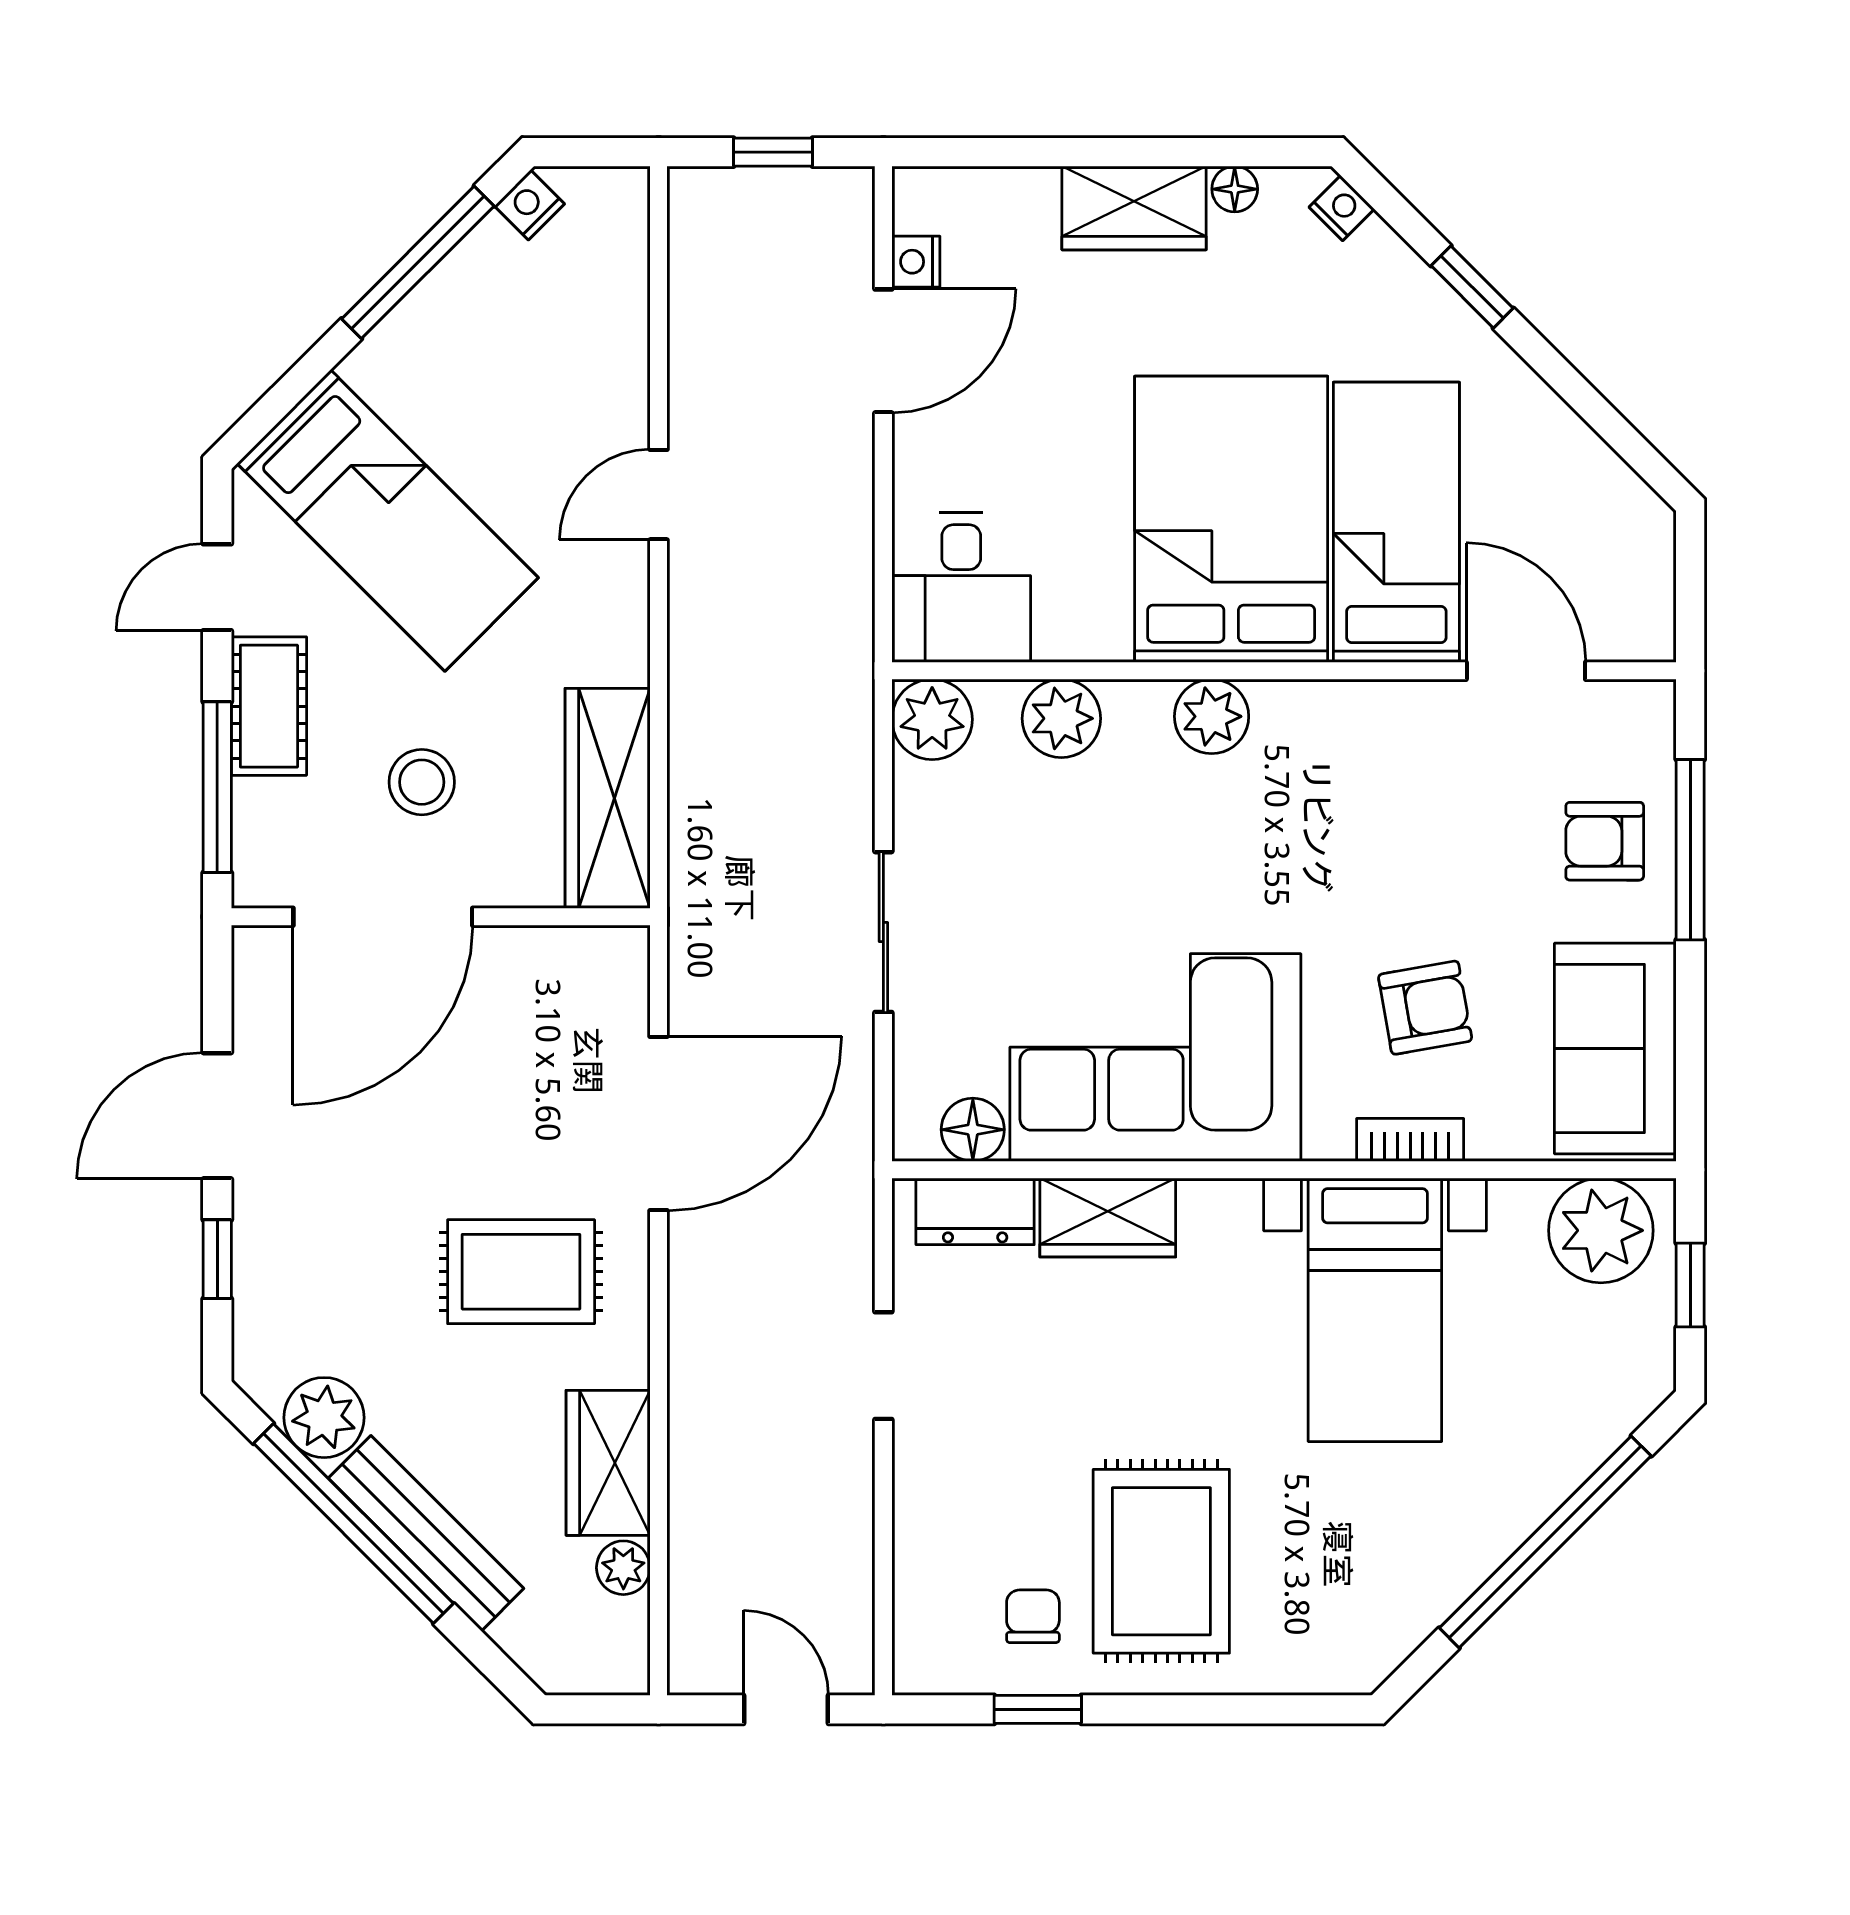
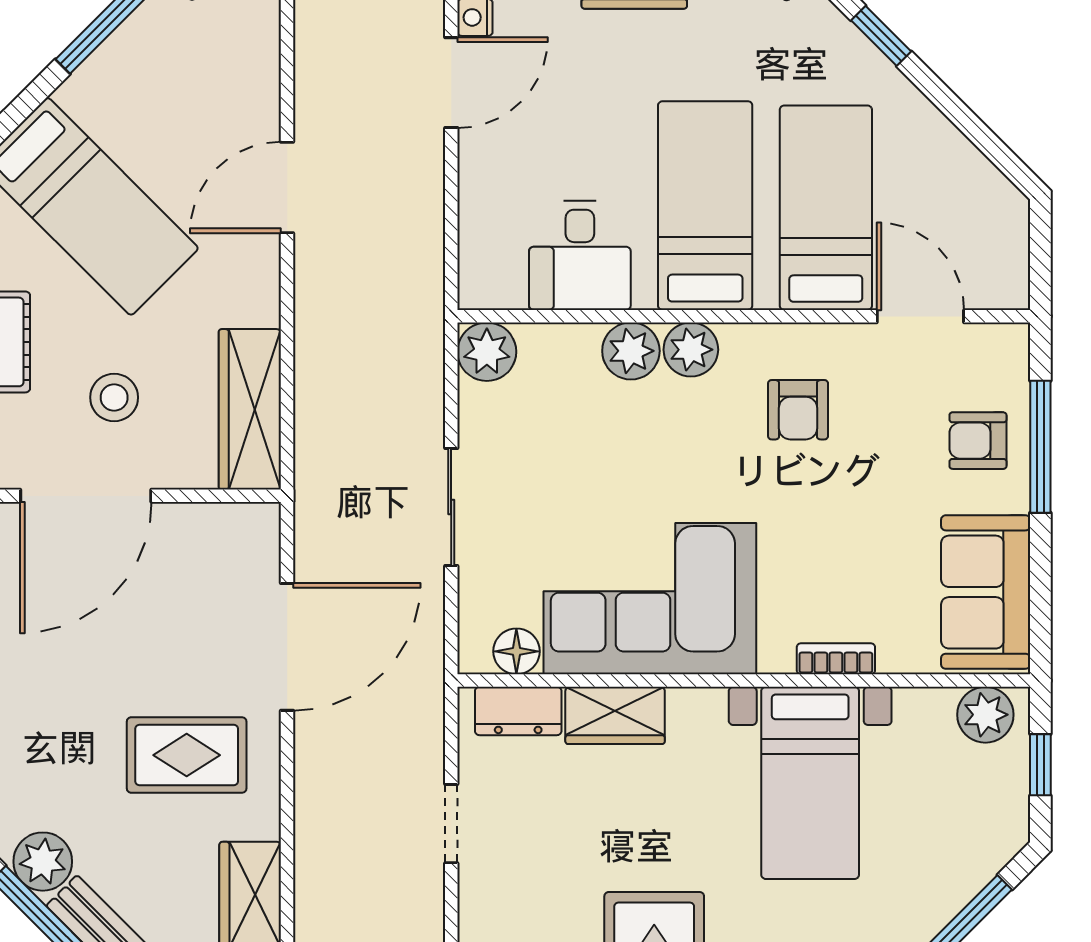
door: (659, 495) -> (287, 188), width x1.38
bed: (1231, 519) -> (705, 206), width x0.67
desk: (961, 588) -> (580, 255), moved
plant: (1061, 718) -> (631, 351), moved
armchair: (1425, 1008) -> (798, 410), moved, turned 100
plant: (1601, 1230) -> (985, 715), width x0.73, depth x0.73

